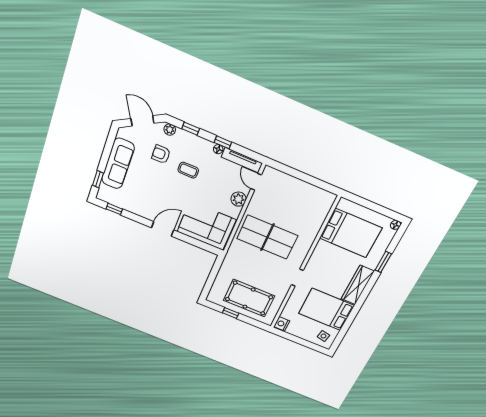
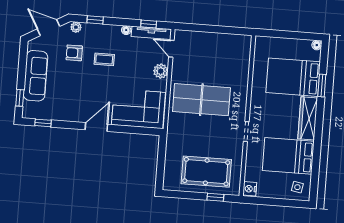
window: (223, 142) -> (149, 24), moved
bed: (351, 233) -> (293, 77), moved, turned 180
window: (231, 313) -> (215, 197), moved

